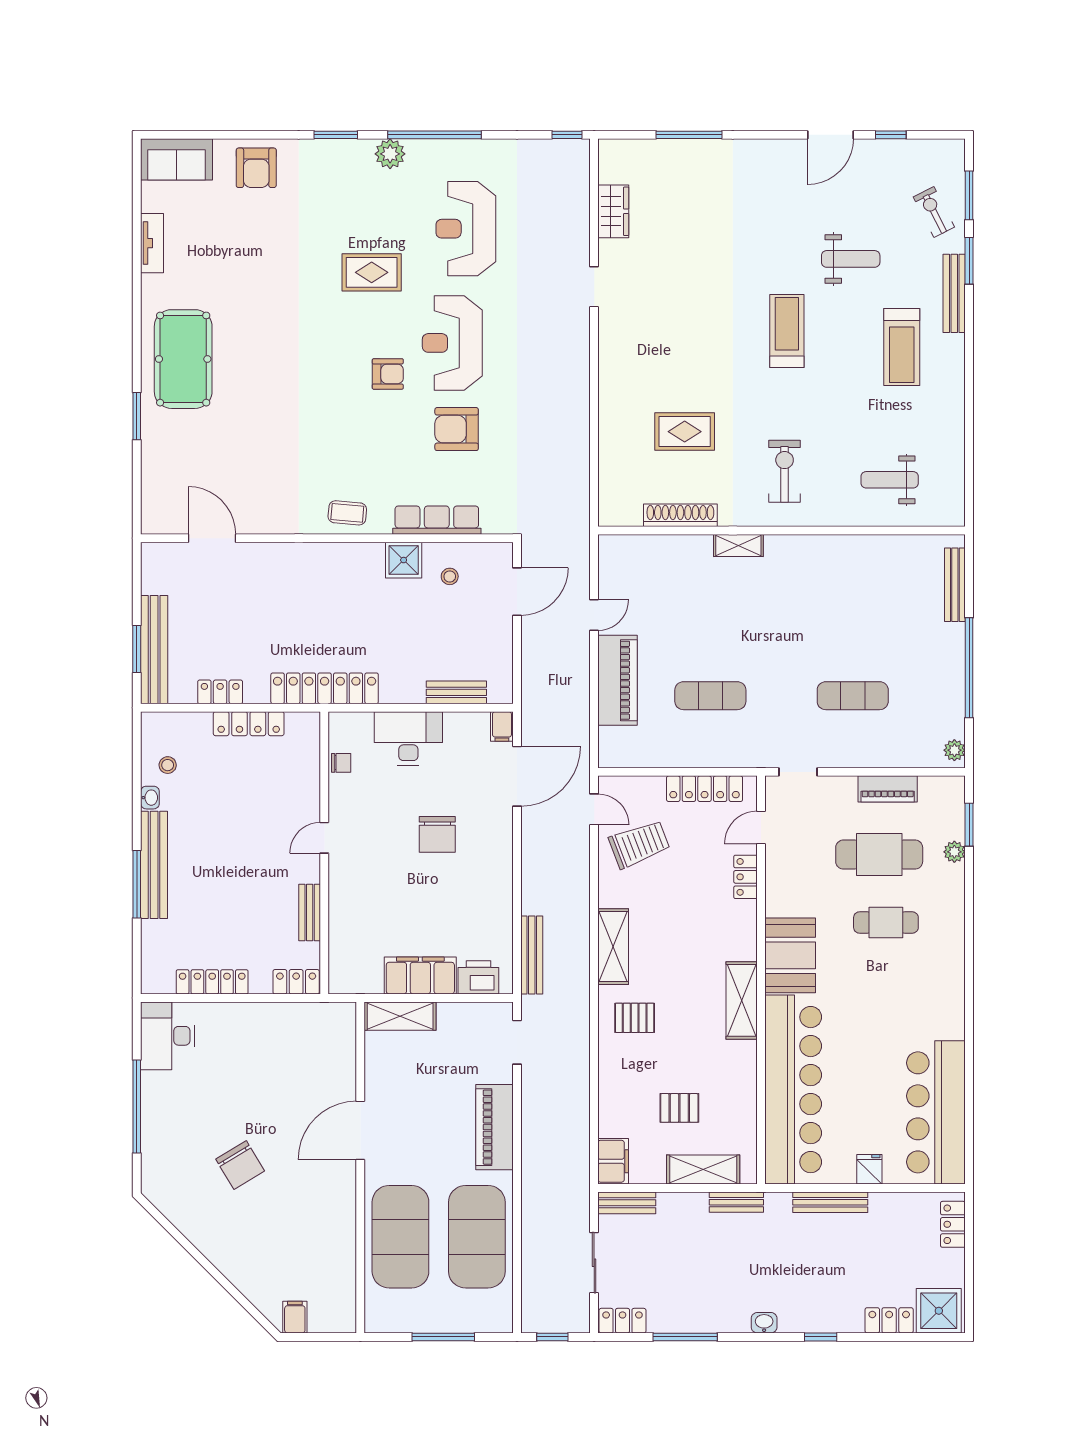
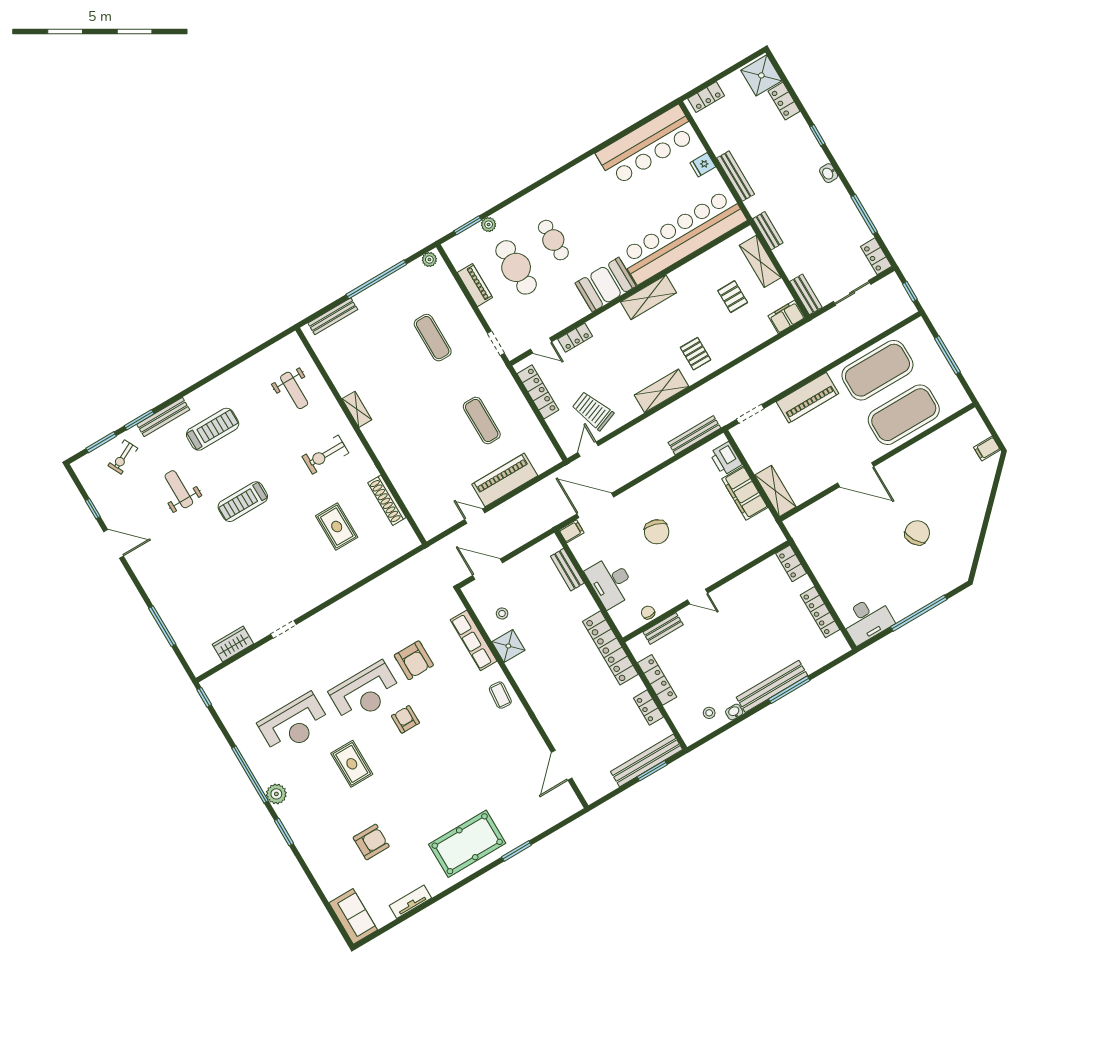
armchair: (256, 168) -> (371, 842), moved
shelving: (738, 545) -> (357, 409), moved
chair: (437, 834) -> (657, 532), turned 107
bench: (310, 912) -> (663, 628), moved

